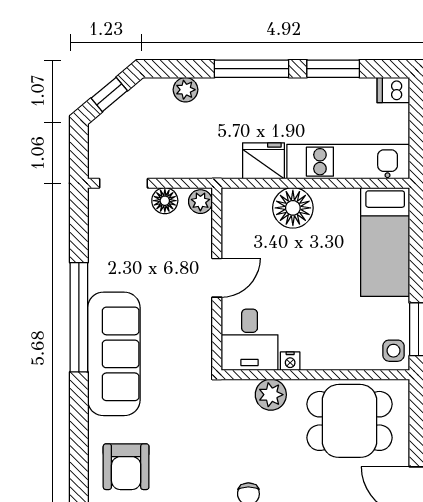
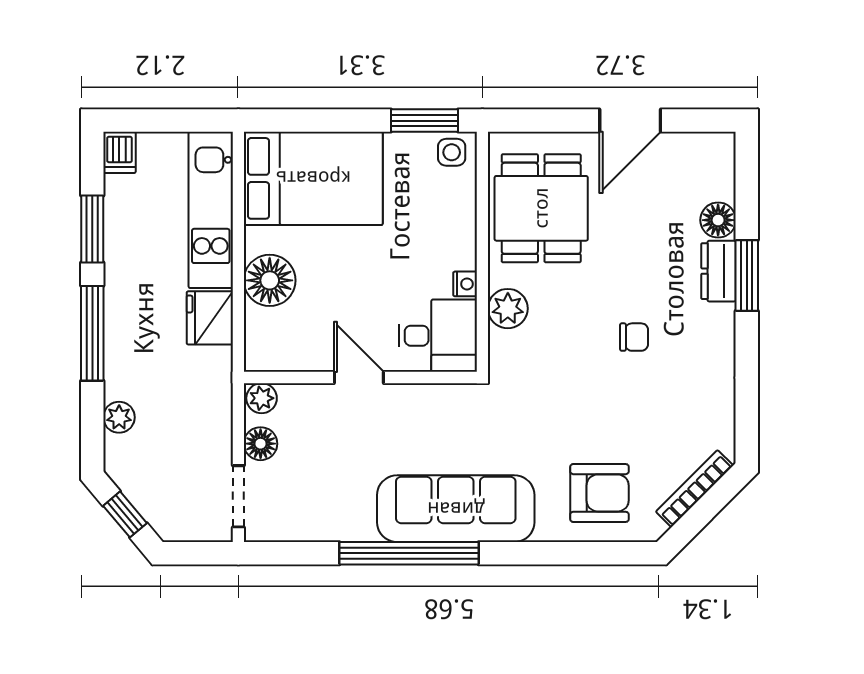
bed: (385, 242) -> (313, 178), width x1.50

